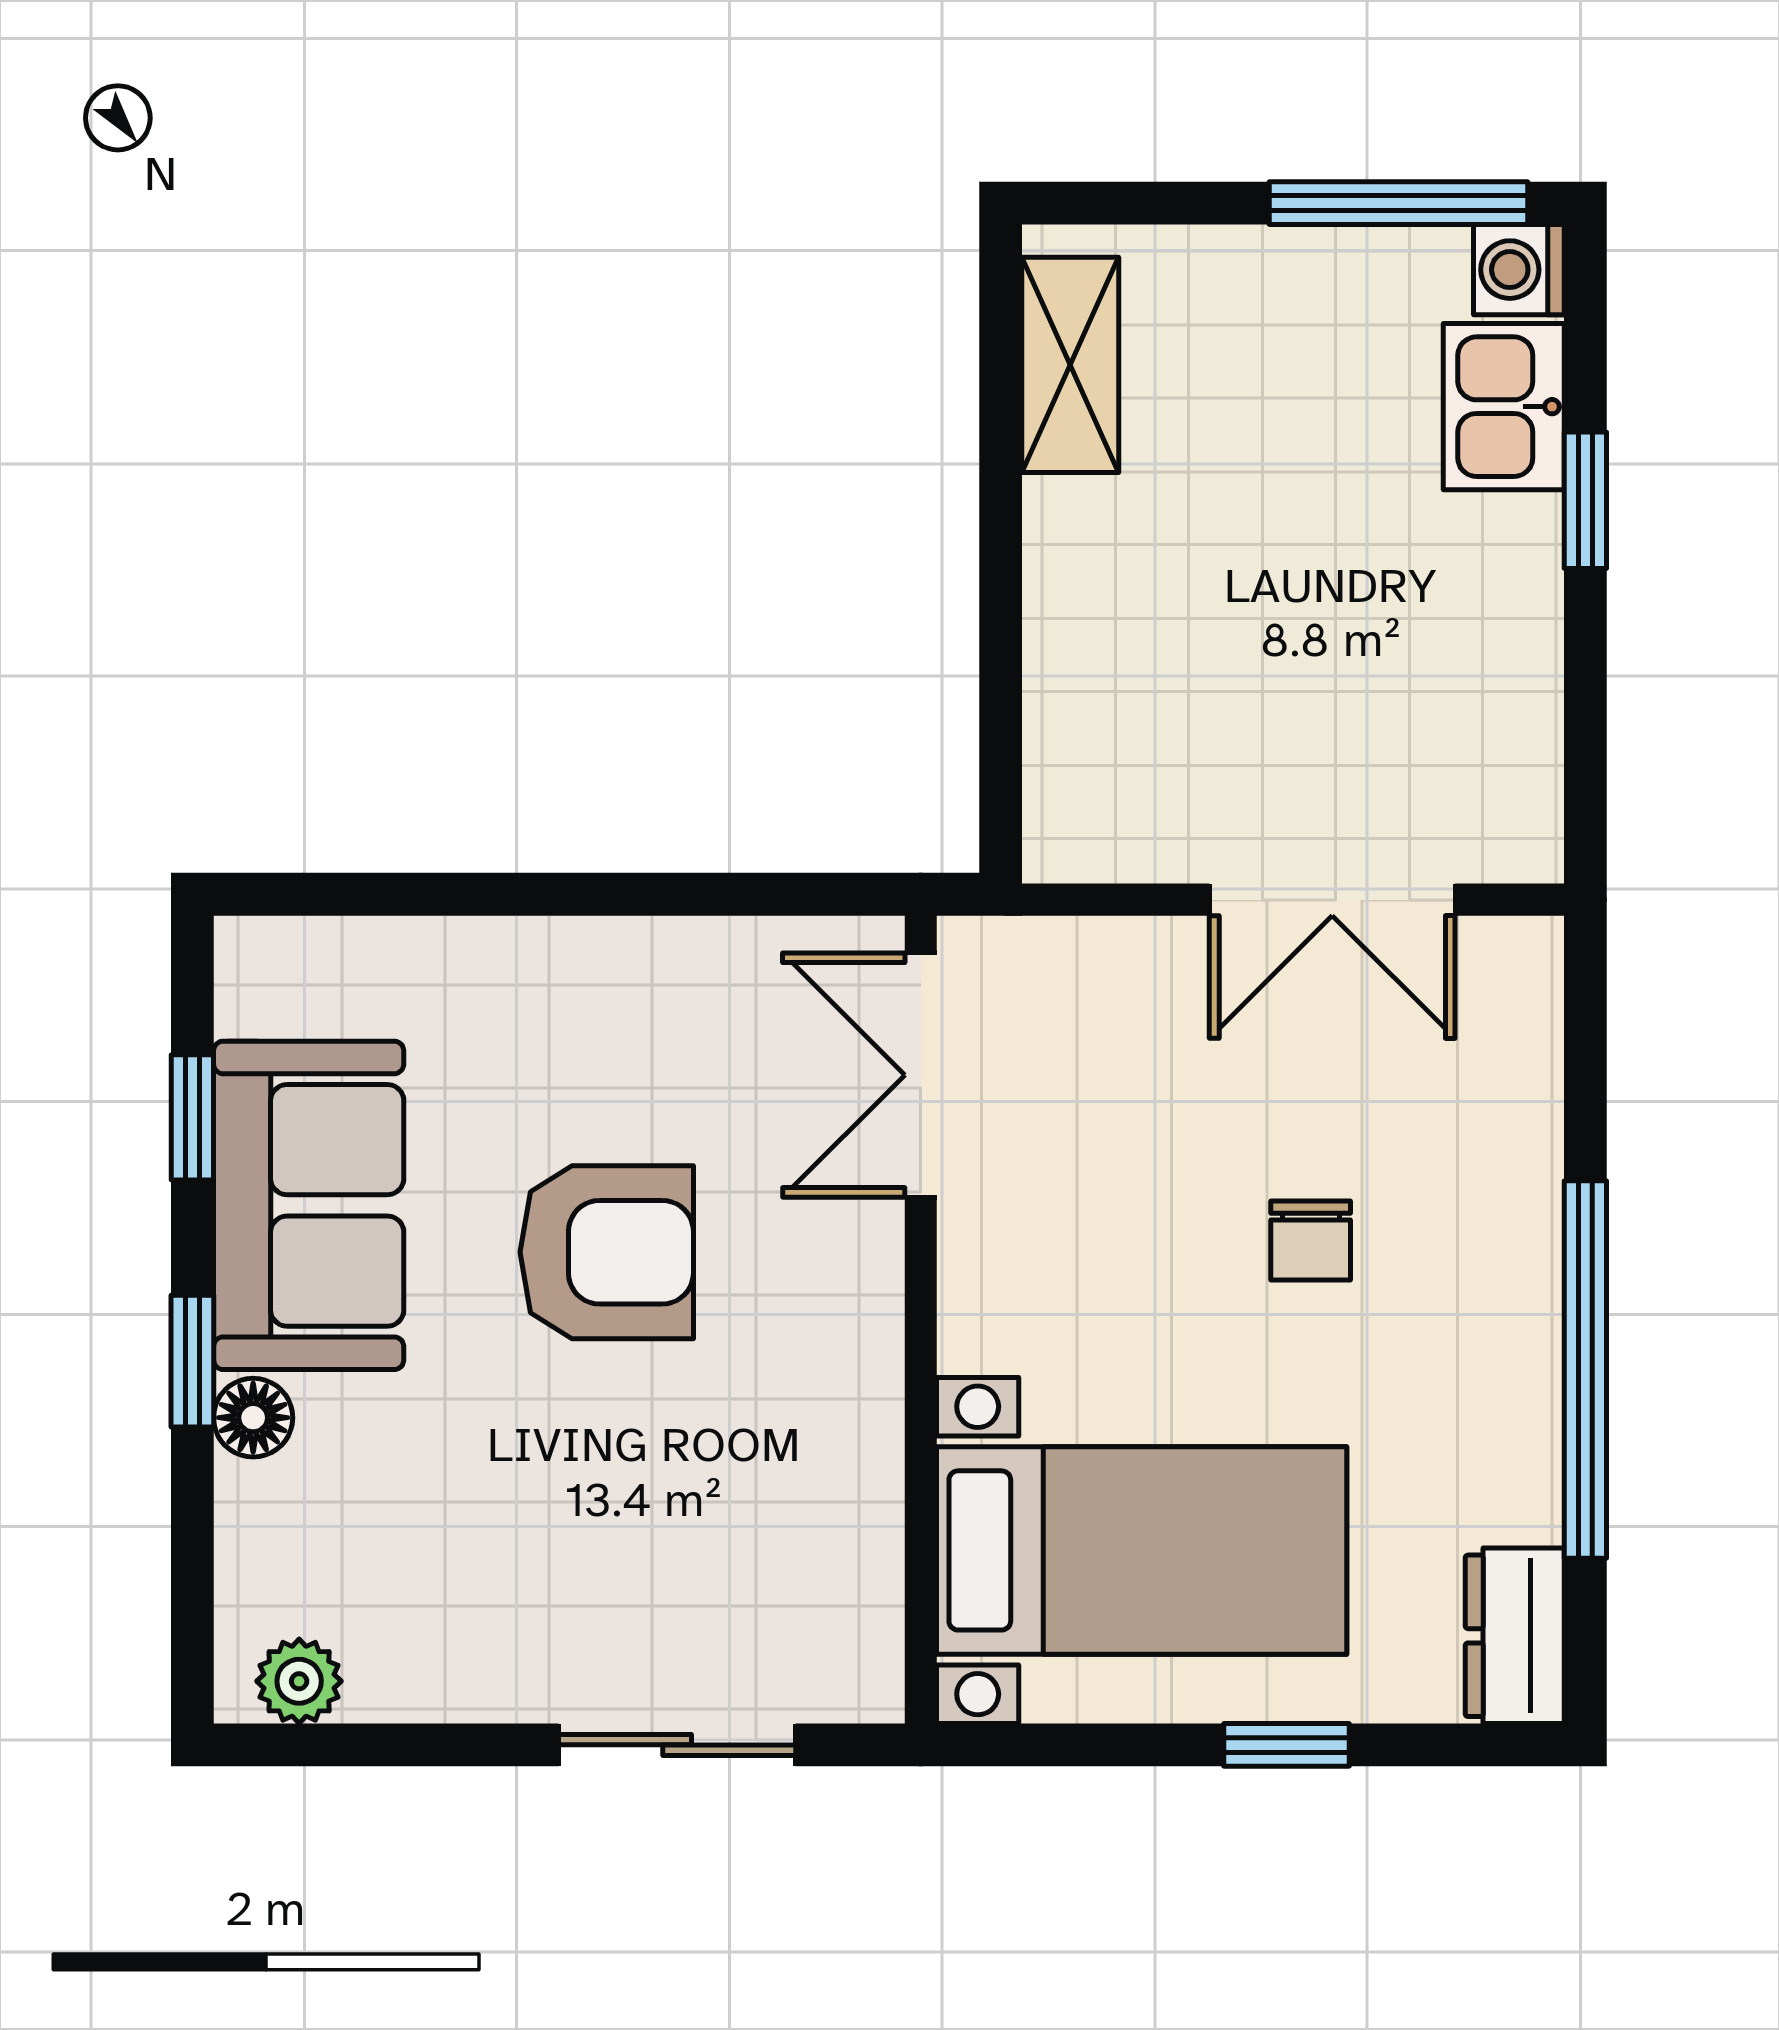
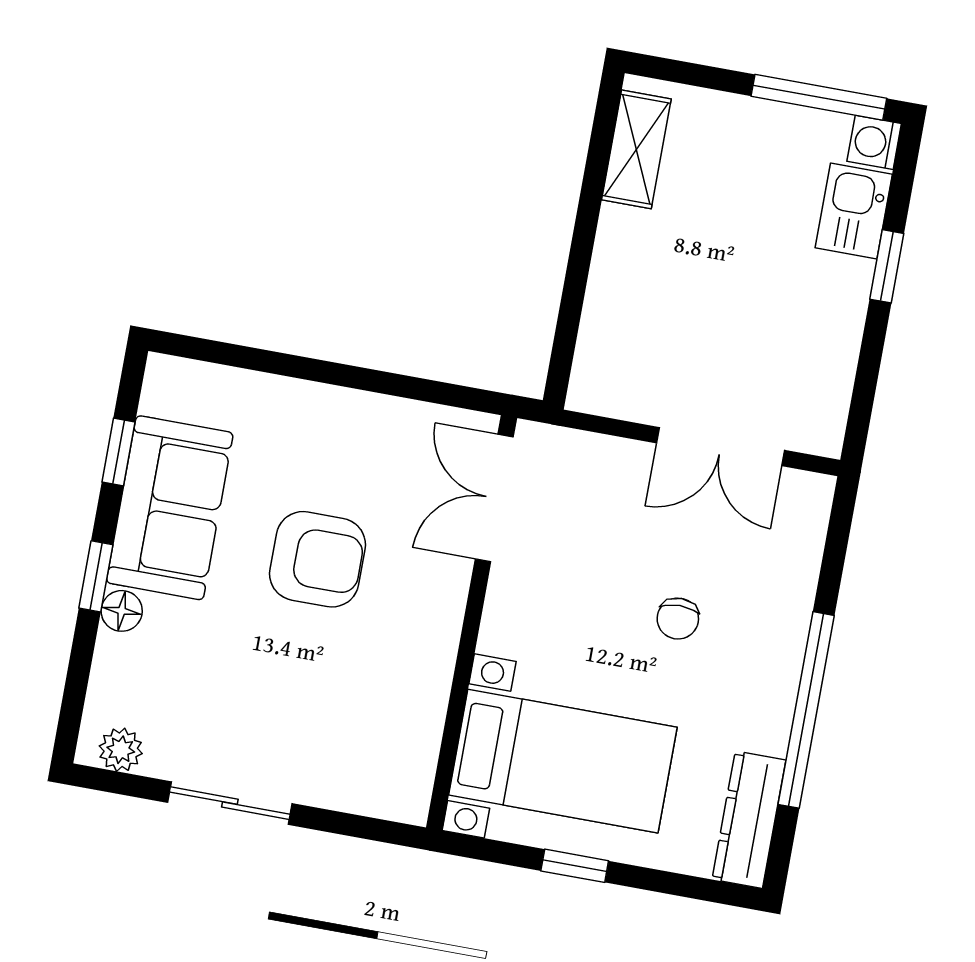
dresser: (1515, 1636) -> (749, 820), width x1.44
sliding door: (677, 1745) -> (230, 803), moved
window: (1286, 1745) -> (575, 866), moved

